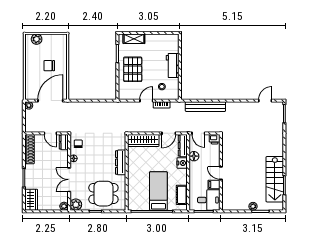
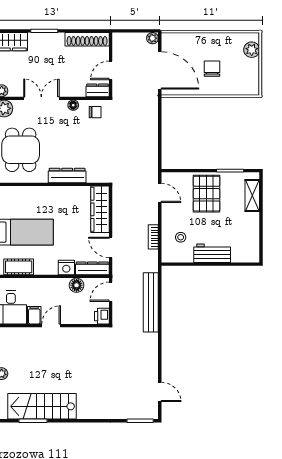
pallet: (133, 69) -> (207, 194), turned 90
door: (146, 101) -> (160, 193), moved

